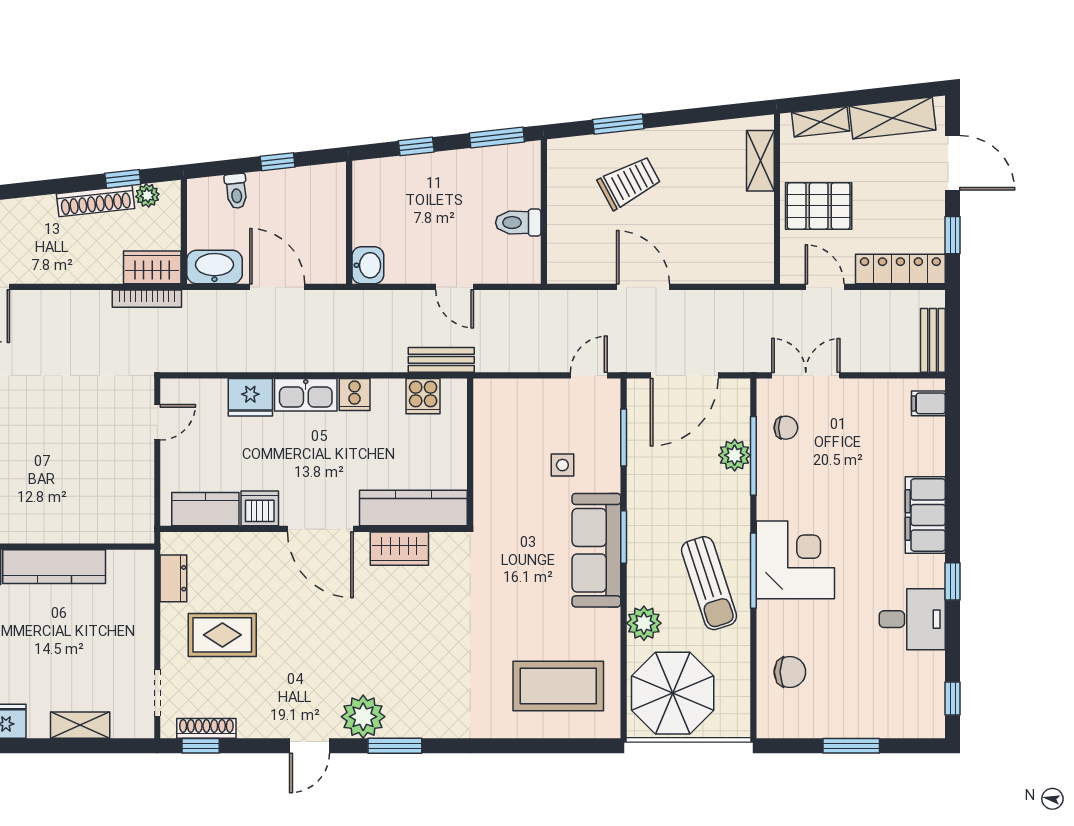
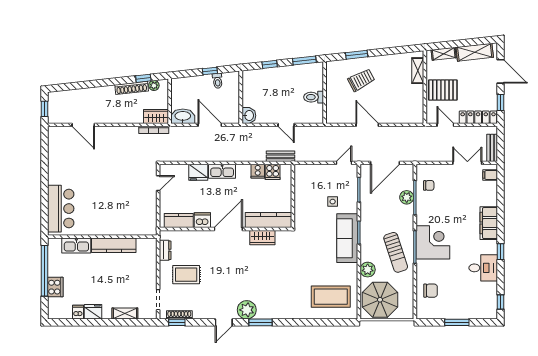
toilet: (236, 191) -> (217, 81), moved
double door: (806, 375) -> (467, 163), moved
cooker: (355, 394) -> (258, 171), moved
door: (320, 529) -> (228, 229), swing flipped

